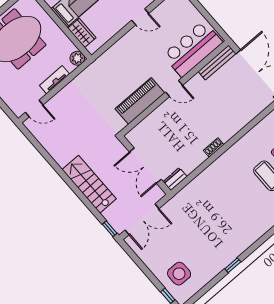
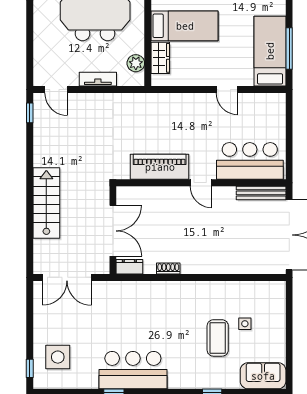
plant: (77, 58) -> (136, 63), moved
shoe rack: (214, 148) -> (168, 268), moved
double door: (145, 166) -> (113, 231), swing flipped
window: (110, 229) -> (30, 113), moved
bar counter: (233, 241) -> (133, 370), added

